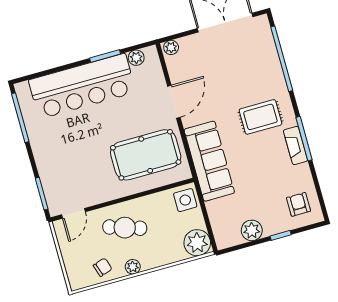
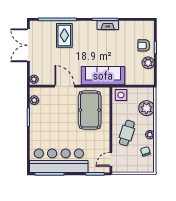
bar counter: (82, 86) -> (59, 161), moved, turned -90
rug: (260, 117) -> (64, 35), moved
armchair: (298, 204) -> (144, 45), moved
door: (73, 213) -> (111, 159), swing flipped
plant: (197, 243) -> (146, 108), moved

